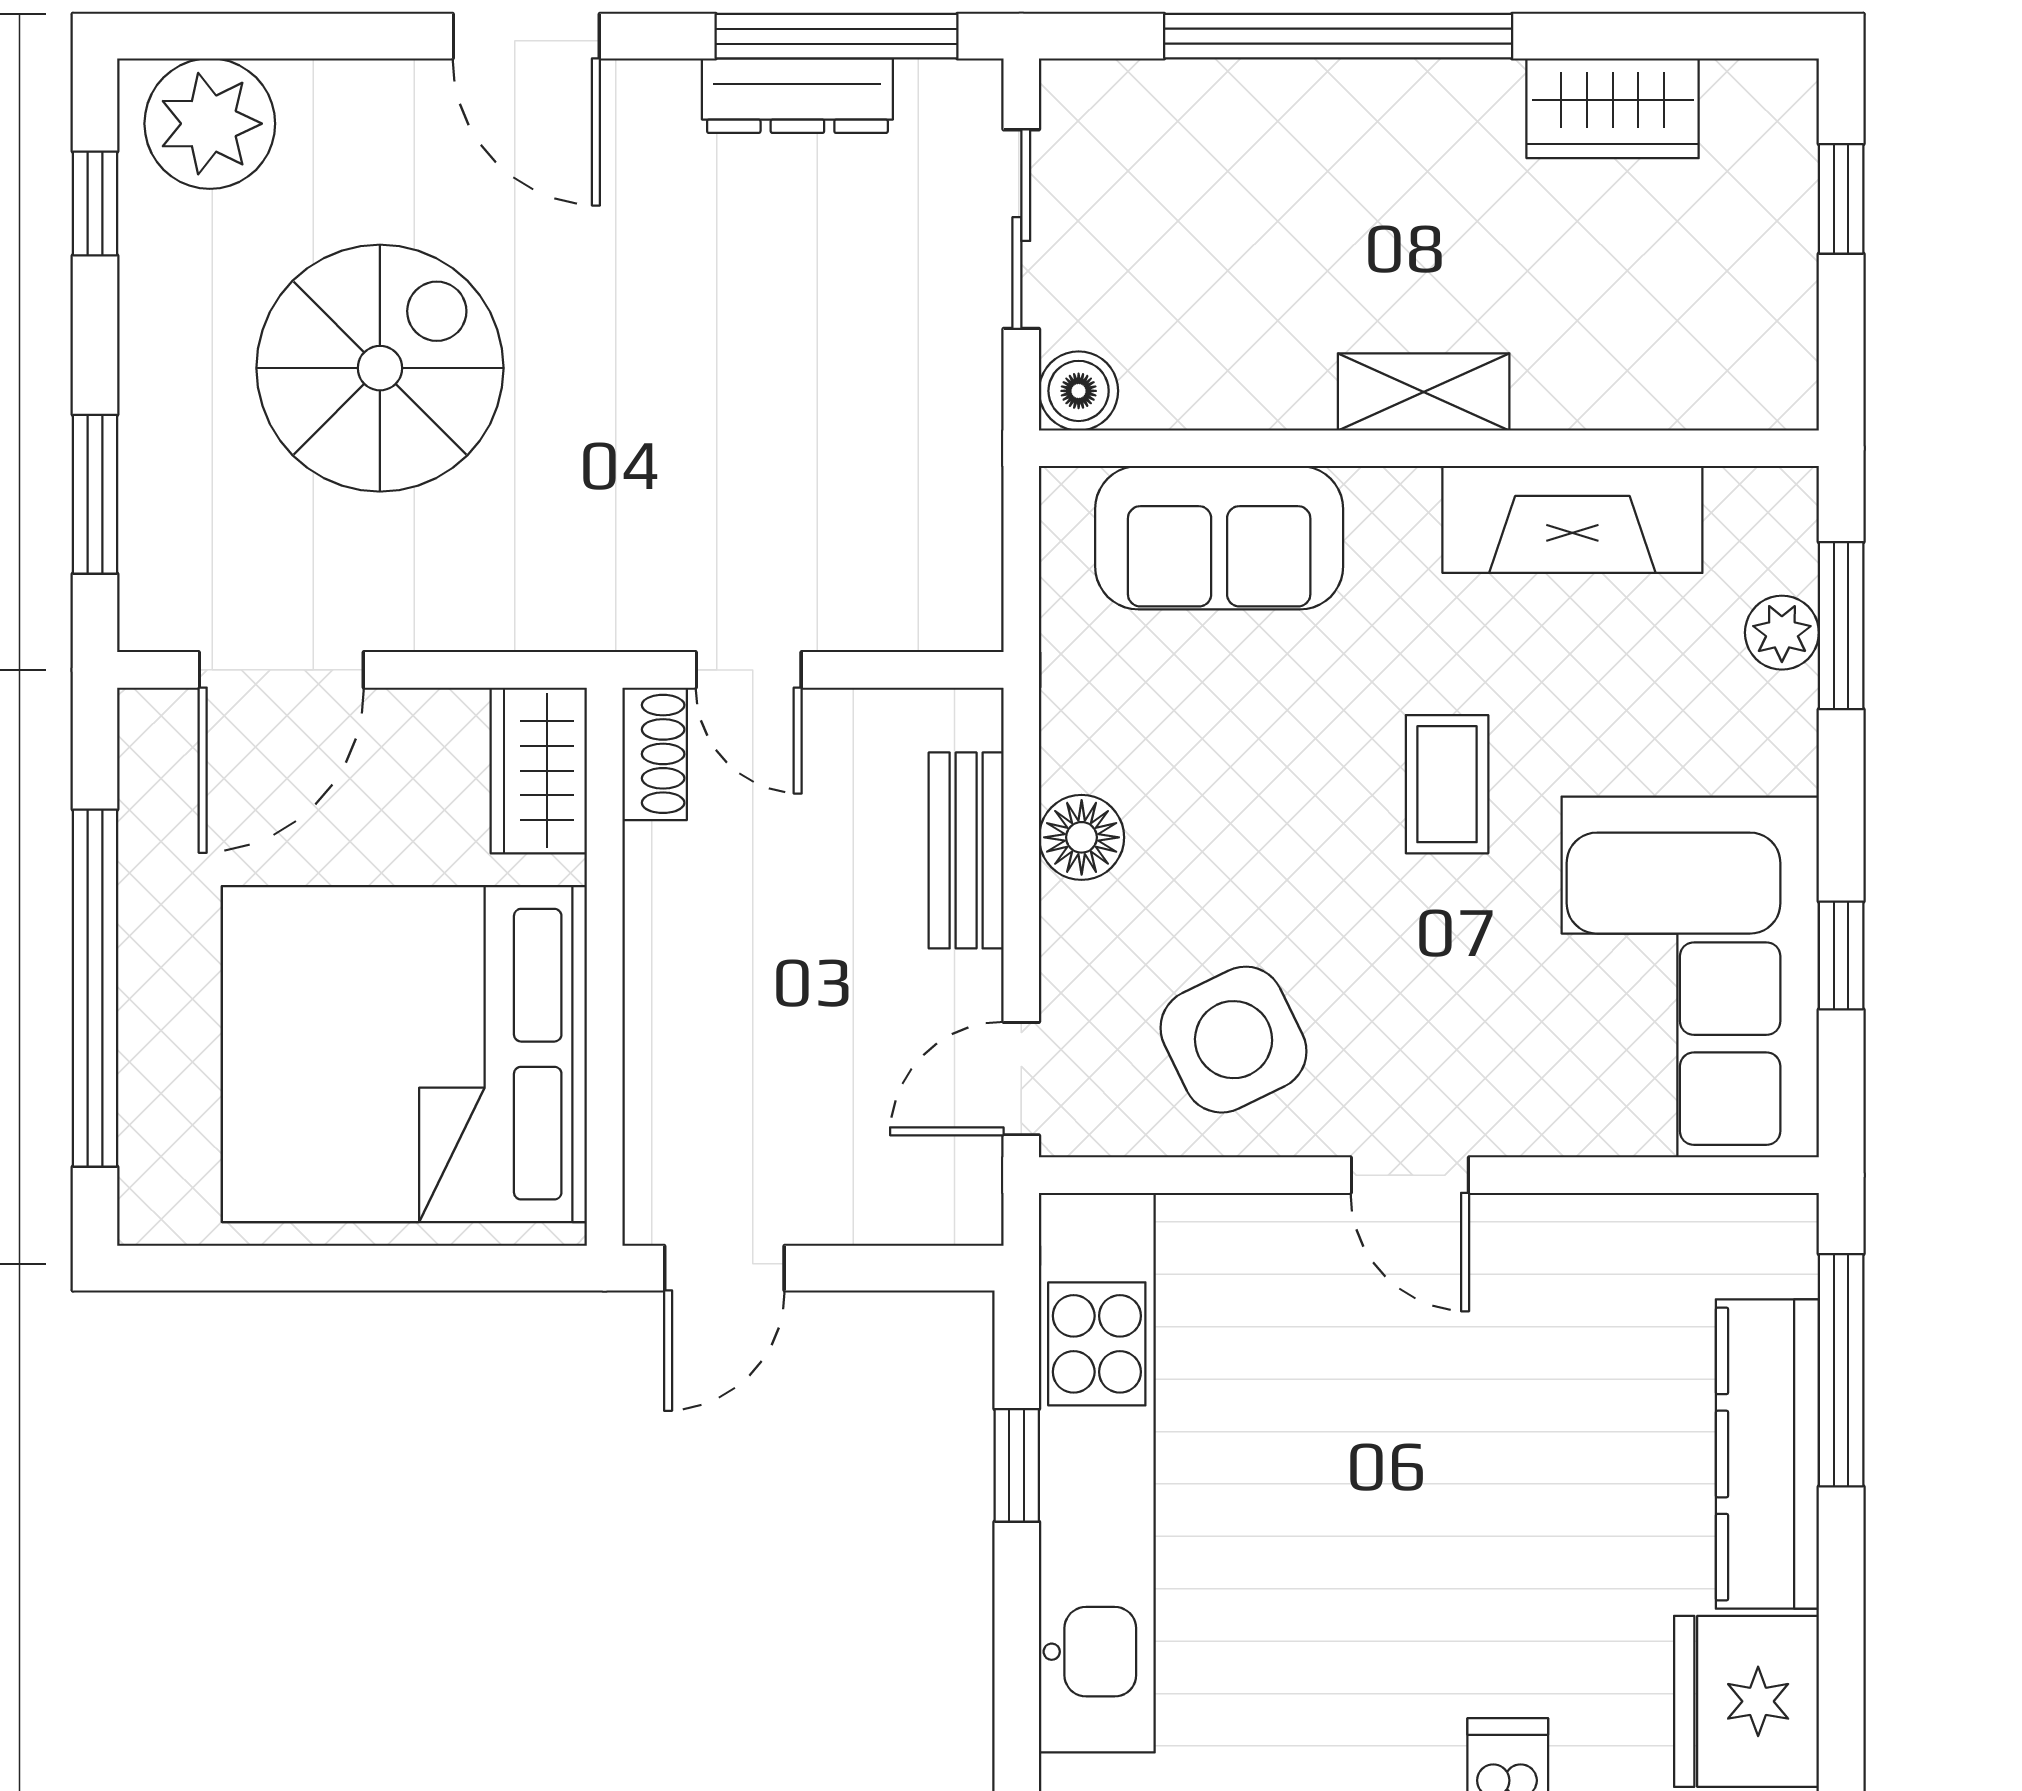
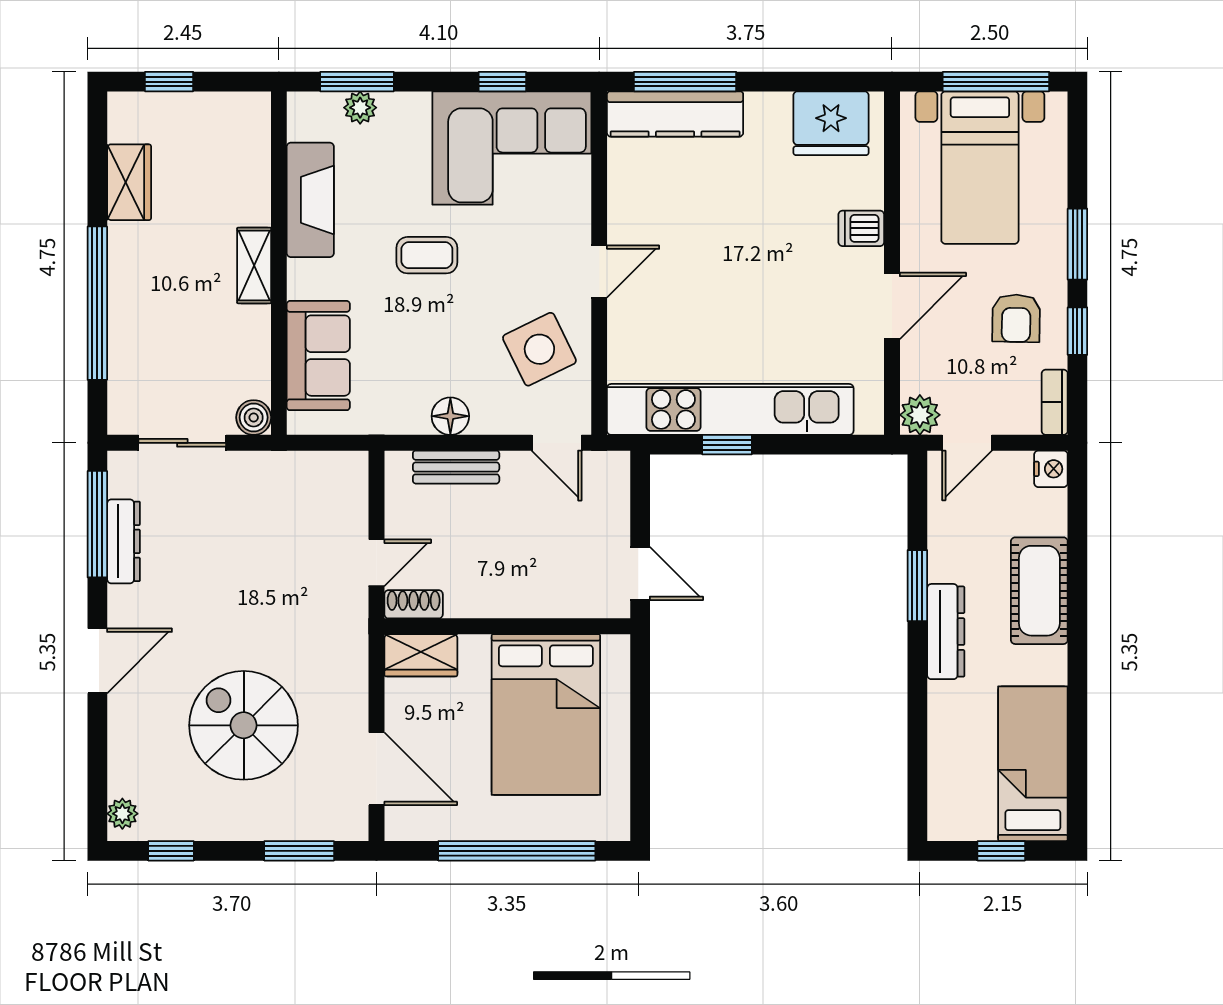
plant: (210, 124) -> (122, 814), width x0.53, depth x0.53
bed: (404, 1054) -> (546, 715), width x0.73
kitchen counter: (1767, 1454) -> (675, 114), moved

